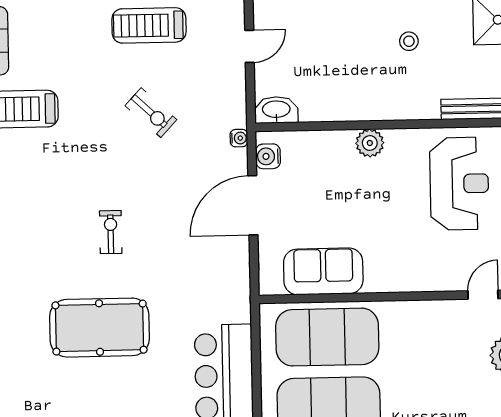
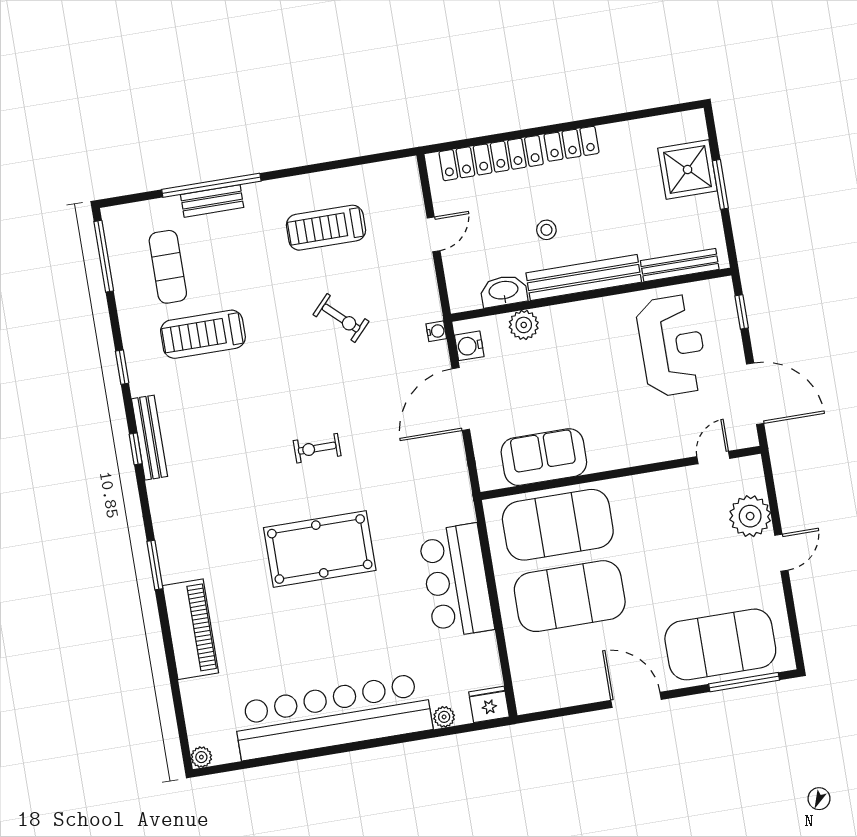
stool: (409, 41) -> (546, 230), moved
bench: (385, 107) -> (584, 278), added
washbasin: (276, 110) -> (504, 291), moved
plant: (370, 143) -> (524, 325), moved
exercise bike: (111, 232) -> (317, 448), turned -90

